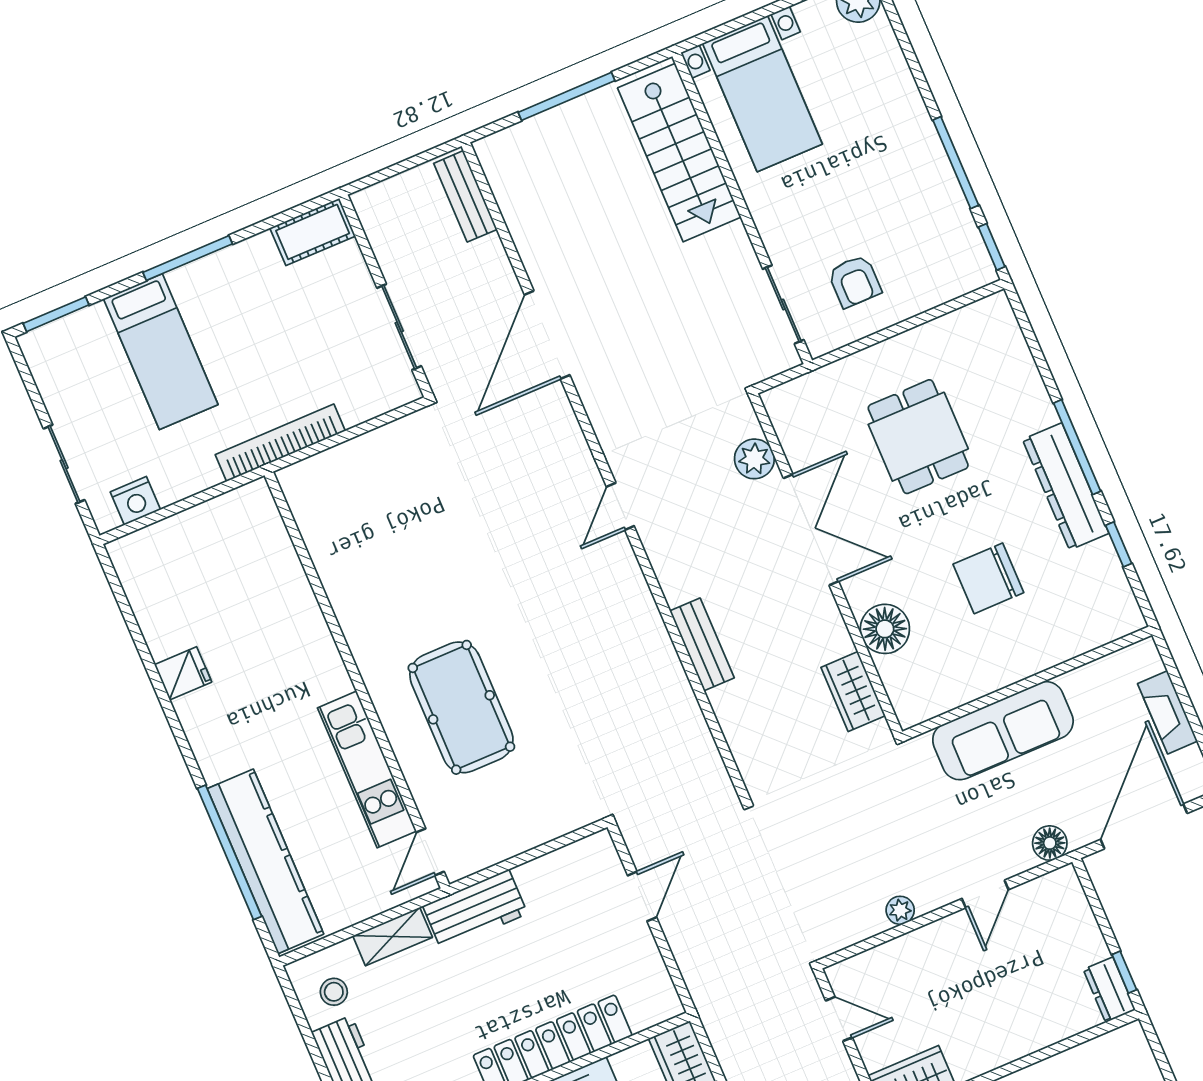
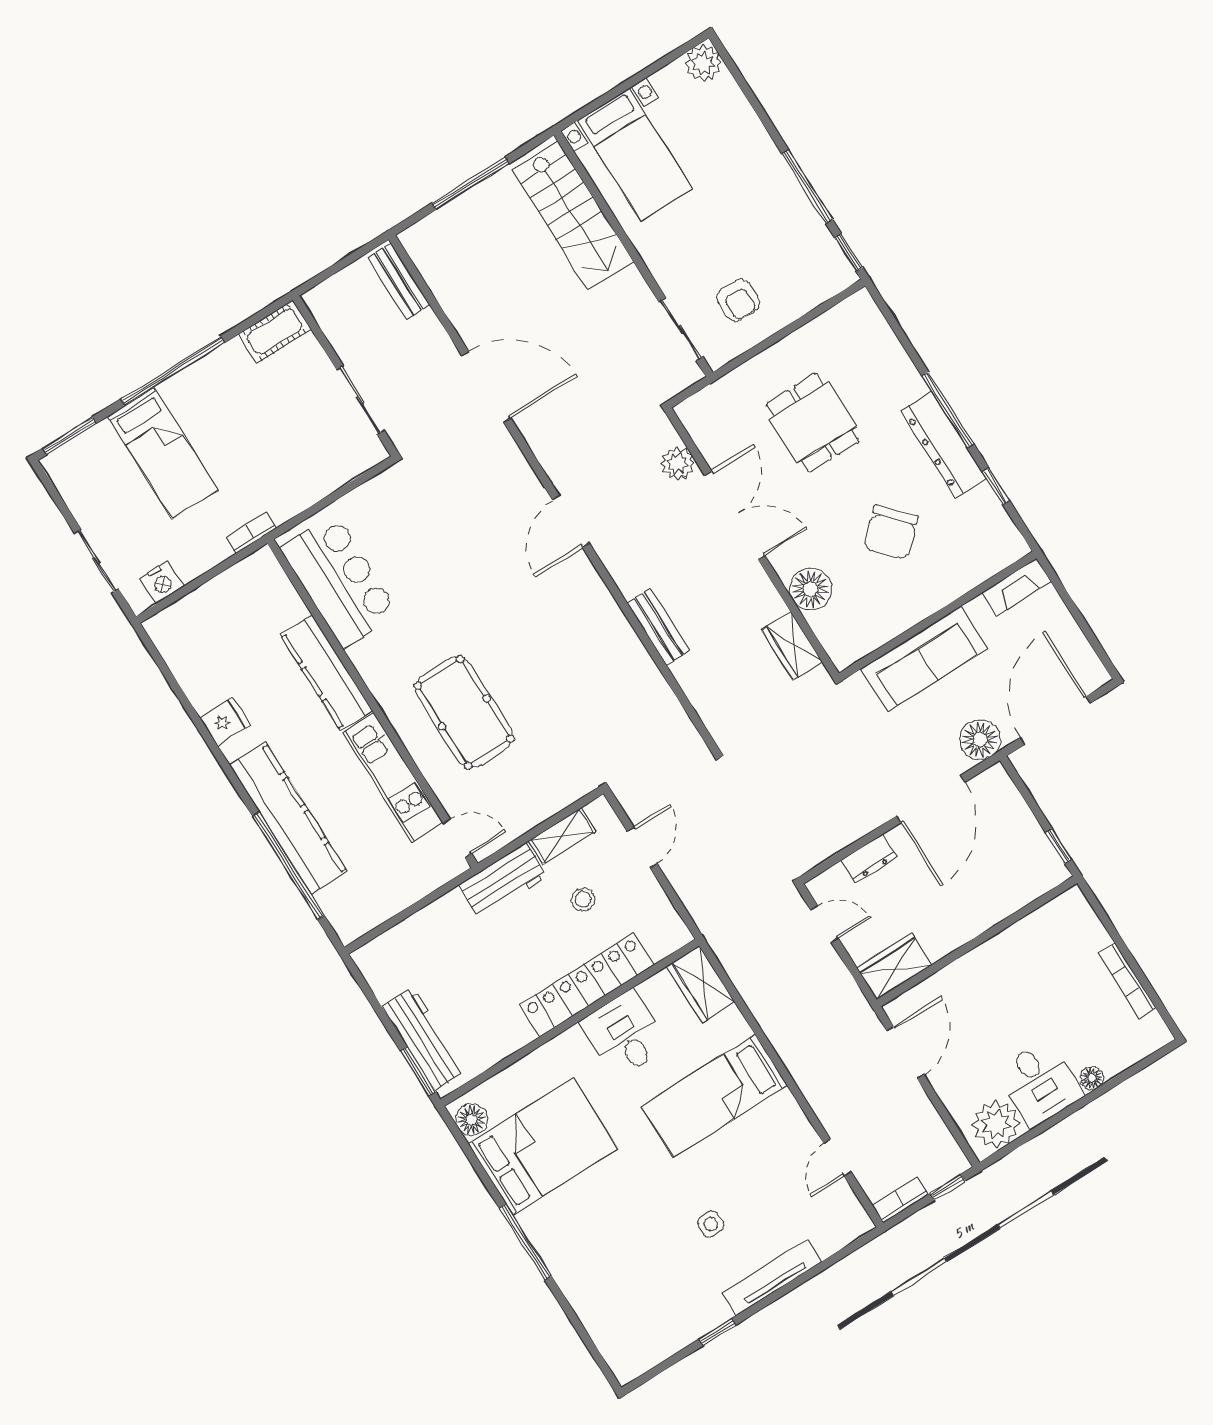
window: (188, 258) -> (173, 371), width x1.46
door: (547, 335) -> (486, 387), swing flipped
bookcase: (280, 443) -> (251, 533), width x0.43, depth x0.76
door: (620, 506) -> (571, 522), width x1.38
bar counter: (341, 532) -> (339, 581), added
chair: (988, 578) -> (891, 533), turned -43
kitchen counter: (309, 636) -> (326, 673), added
fireplace: (1168, 712) -> (1016, 587), moved, turned -90
floor lamp: (1050, 843) -> (980, 740), width x1.38, depth x1.38
door: (430, 852) -> (457, 838), swing flipped
kitchen counter: (266, 861) -> (288, 818), moved
door: (985, 894) -> (931, 799), width x1.88
plant: (900, 910) -> (861, 824), removed
shelving: (393, 937) -> (562, 836), moved
dresser: (1109, 990) -> (869, 859), moved, turned -90
stool: (334, 992) -> (583, 899), moved

